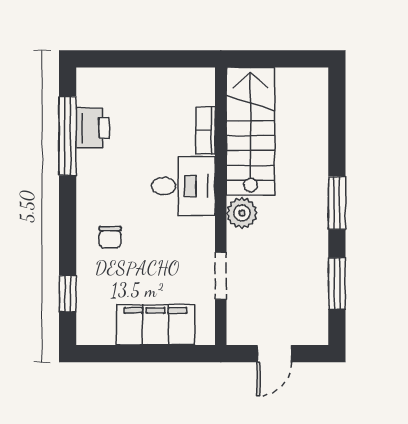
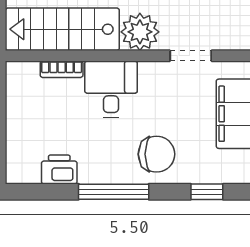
window: (68, 136) -> (114, 192), moved
plant: (242, 213) -> (140, 32), width x1.36, depth x1.36
chair: (110, 237) -> (157, 154), width x1.87, depth x1.87

